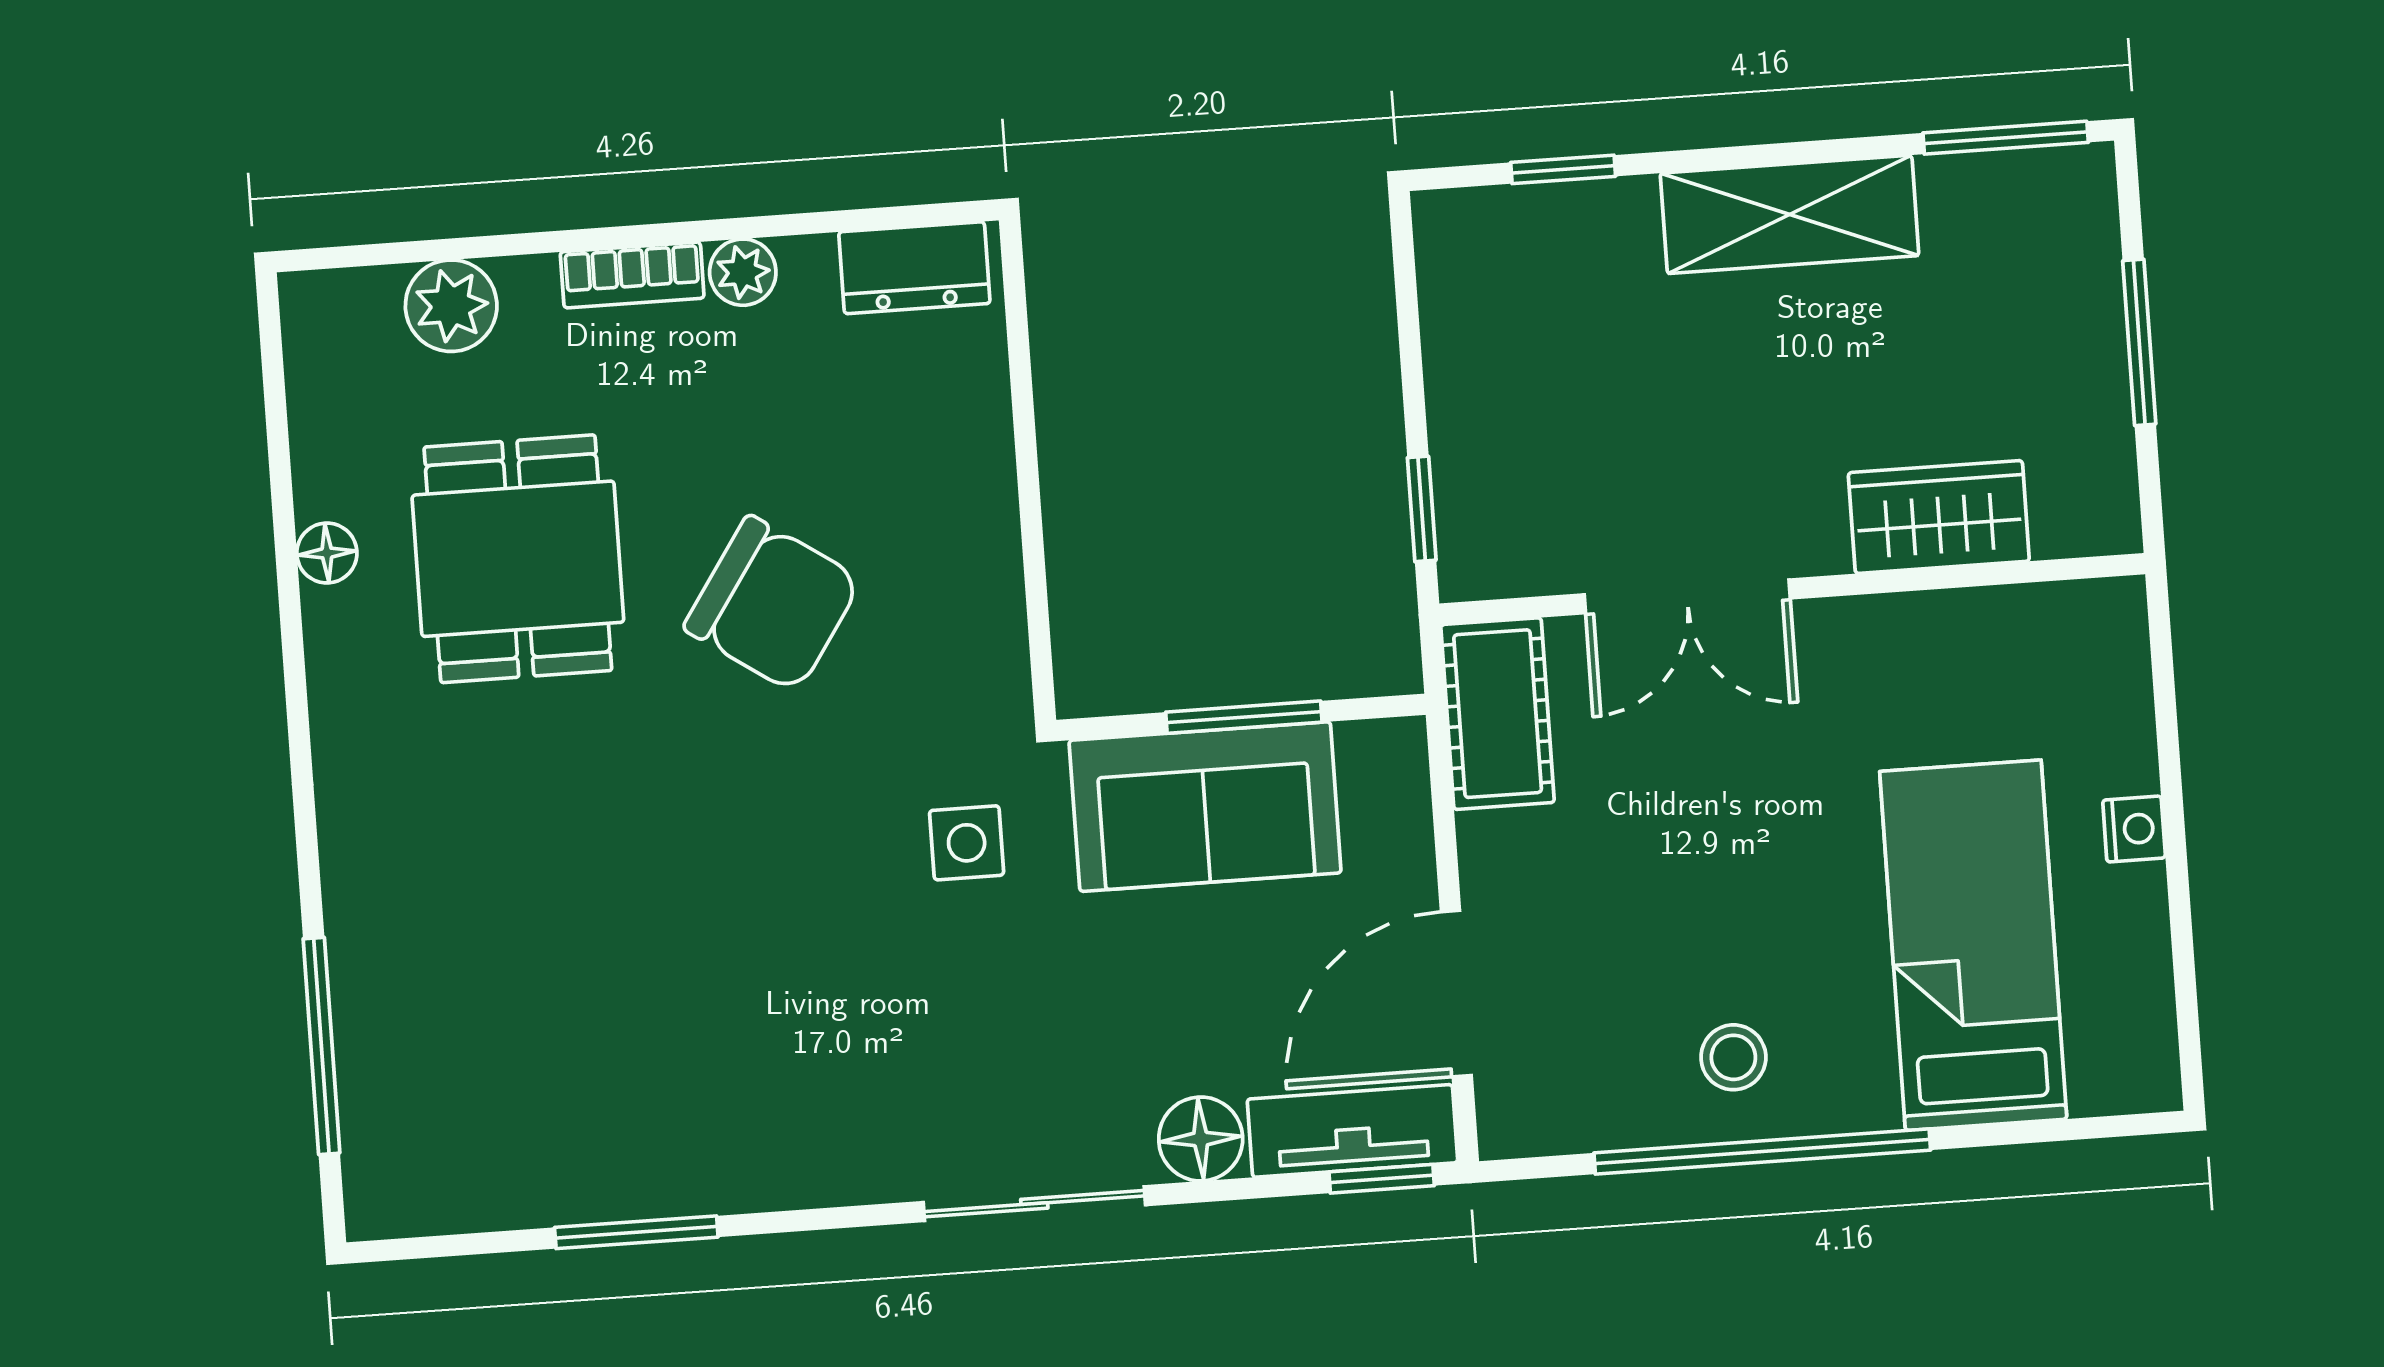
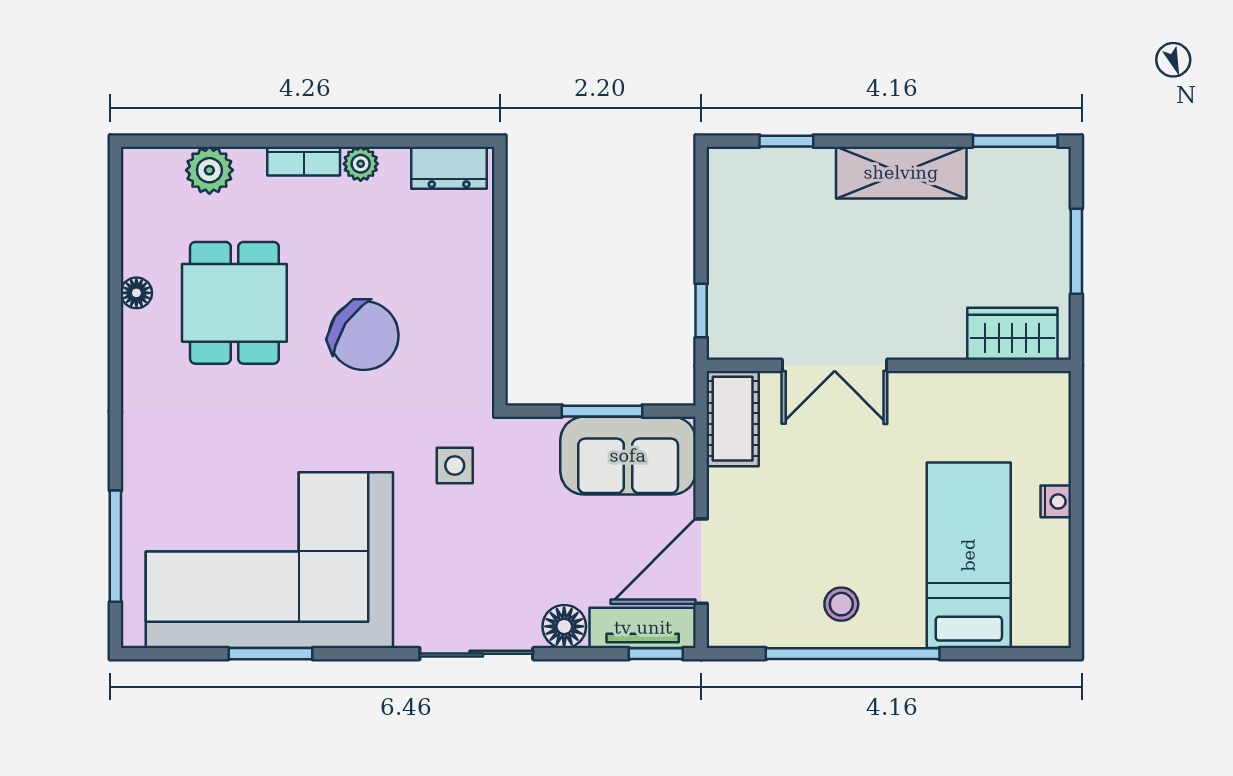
wardrobe: (1939, 517) -> (1012, 334), moved
sofa: (1205, 807) -> (628, 456), moved
corner sofa: (621, 1052) -> (269, 560), added

